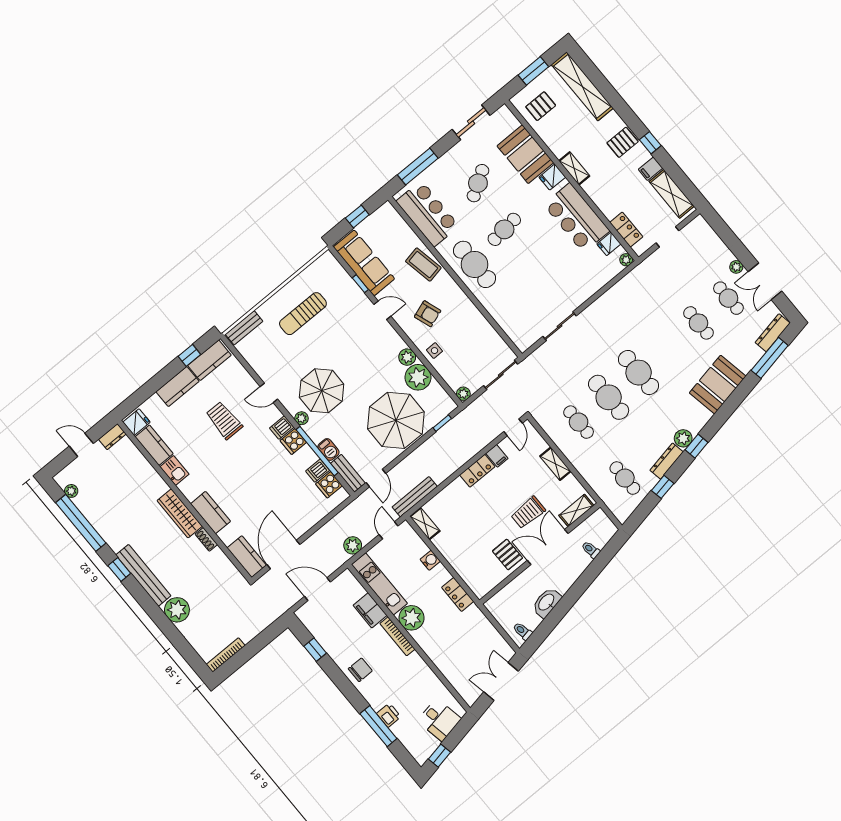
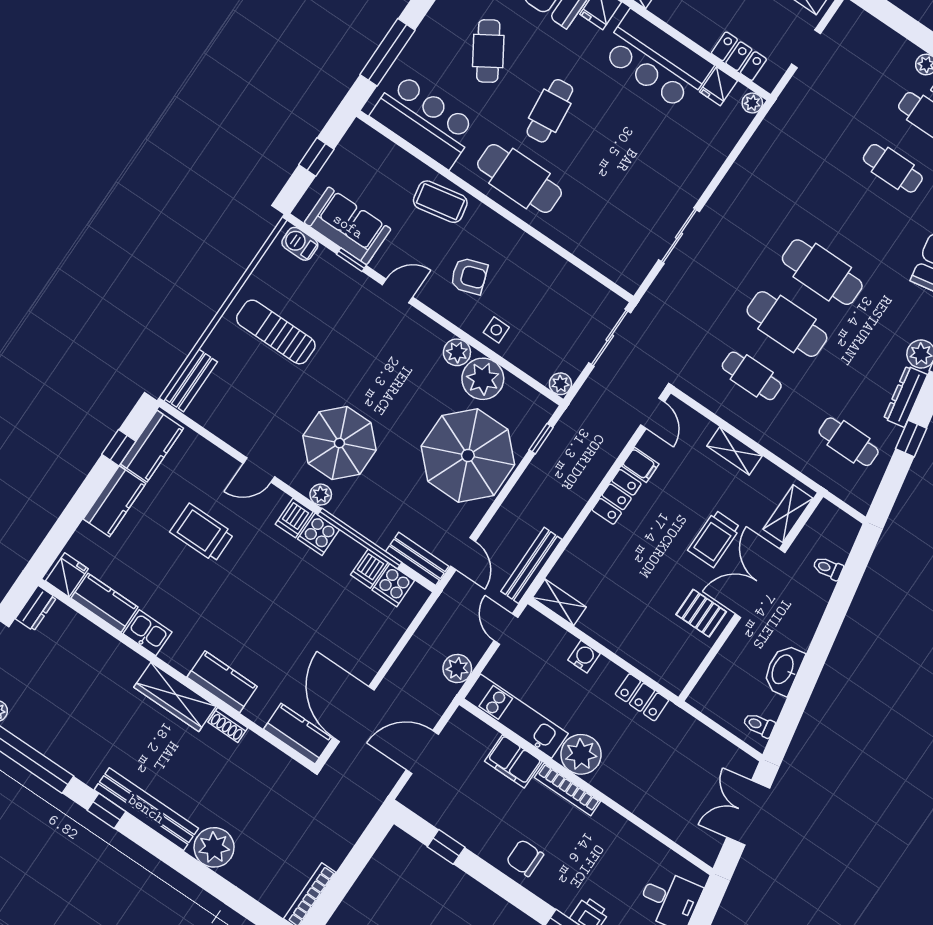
sofa: (364, 263) -> (348, 226), width x0.73
sun lounger: (303, 314) -> (276, 332), turned 90
barbecue: (328, 449) -> (300, 244), moved, turned 180
chair: (360, 670) -> (525, 858), turned -90

